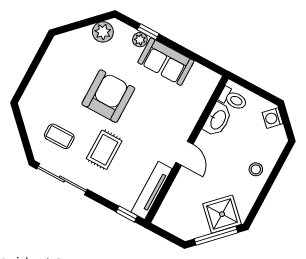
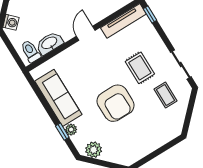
sofa: (166, 62) -> (58, 98), width x1.36
armchair: (108, 96) -> (116, 103), turned -90
rug: (104, 150) -> (140, 68), turned 90
sliding door: (62, 179) -> (181, 64), width x0.73

